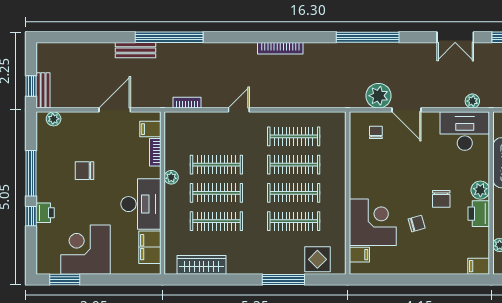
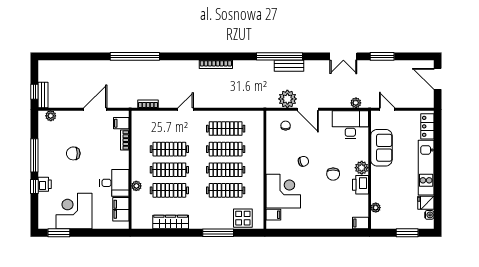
bench: (136, 50) -> (289, 66), moved
plant: (171, 177) -> (136, 186), moved
desk: (141, 204) -> (114, 183), width x0.73
chair: (417, 224) -> (303, 161), moved
wardrobe: (202, 265) -> (171, 222), moved

